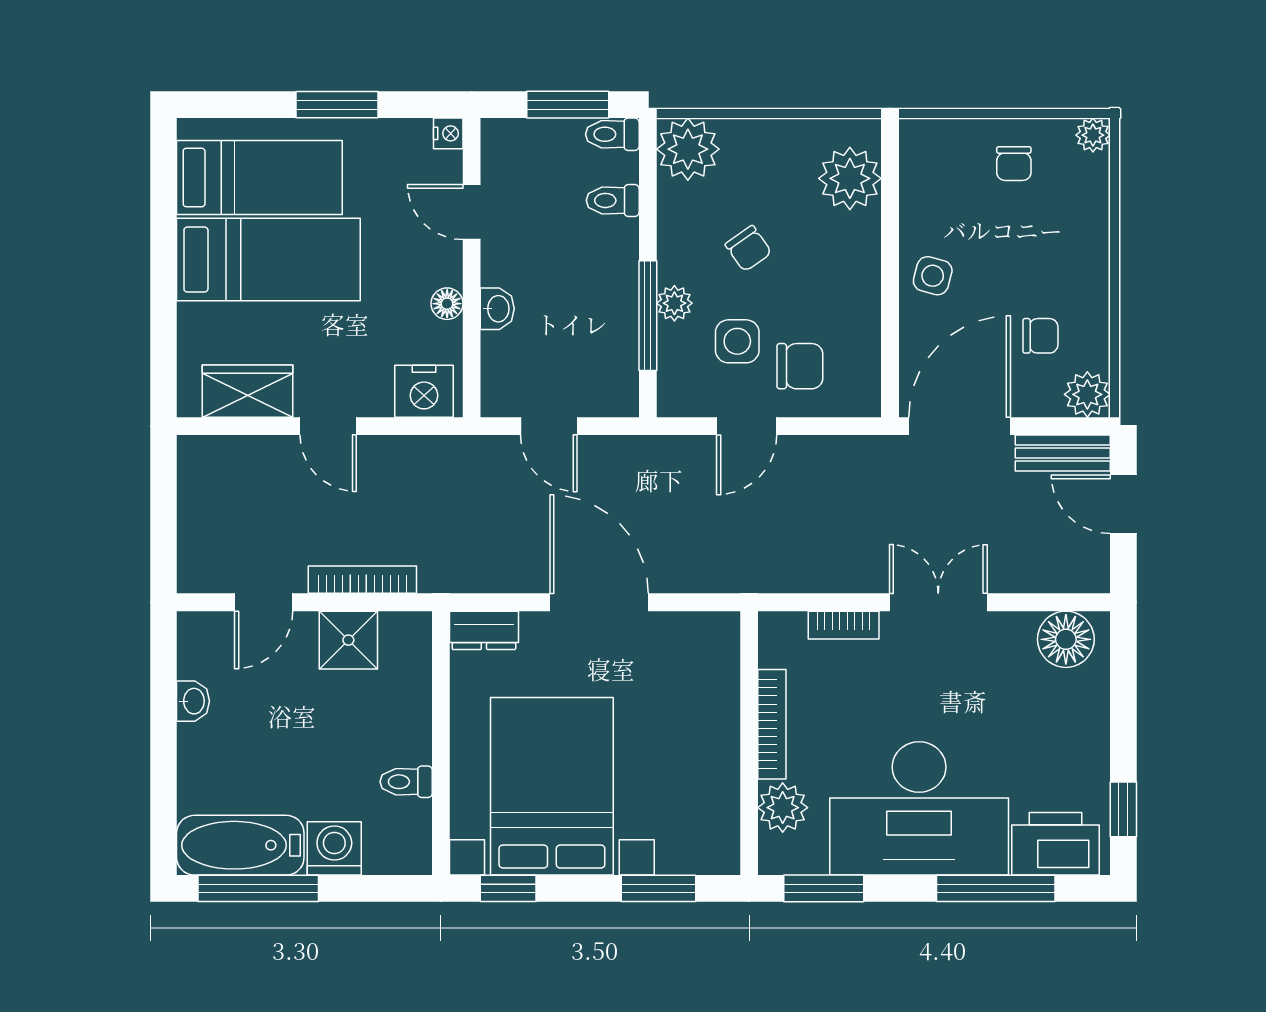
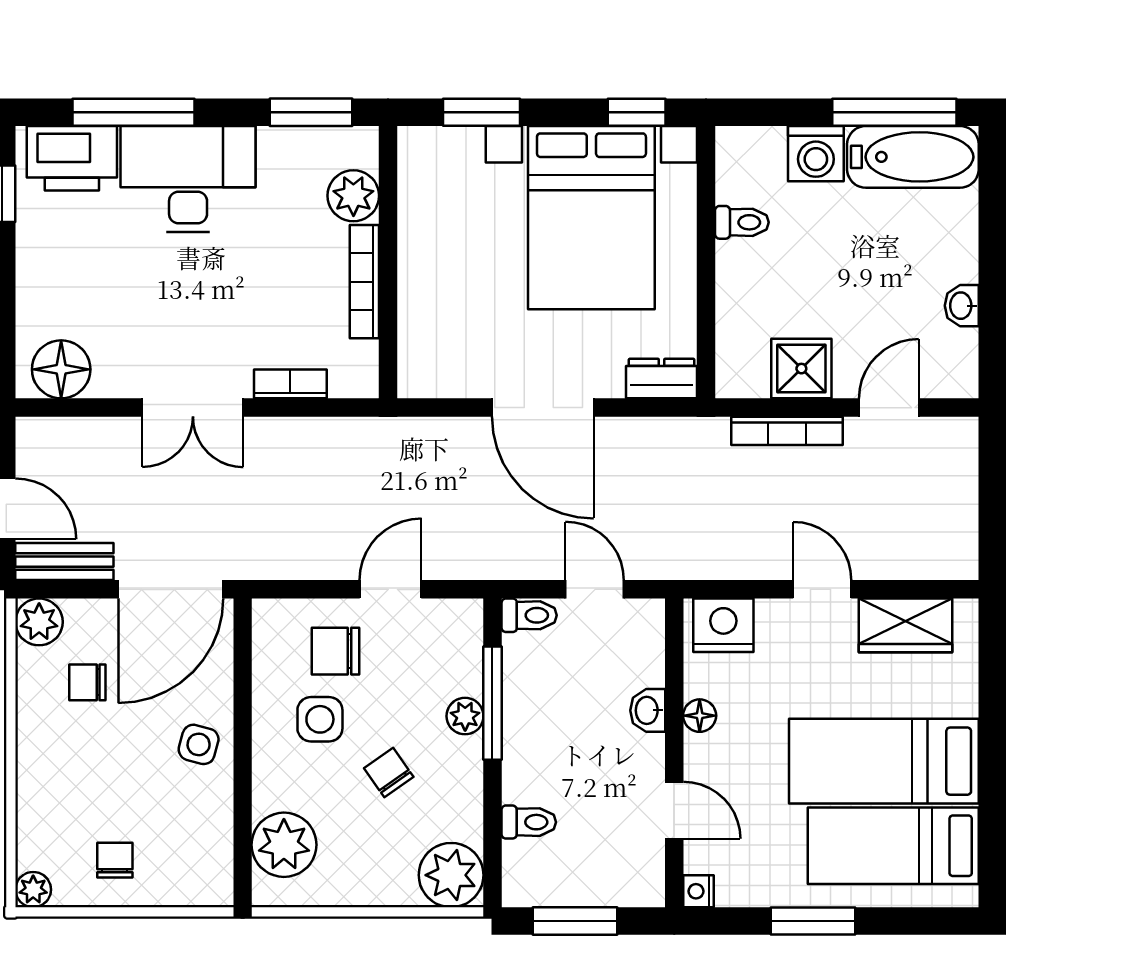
toilet: (612, 134) -> (529, 615), moved
side table: (737, 341) -> (320, 719), moved
desk: (919, 808) -> (188, 179), width x0.73, depth x0.77

